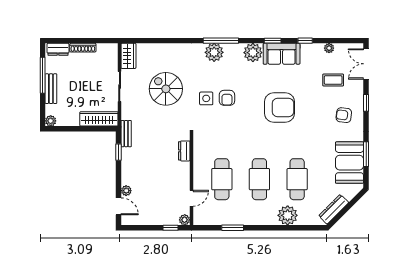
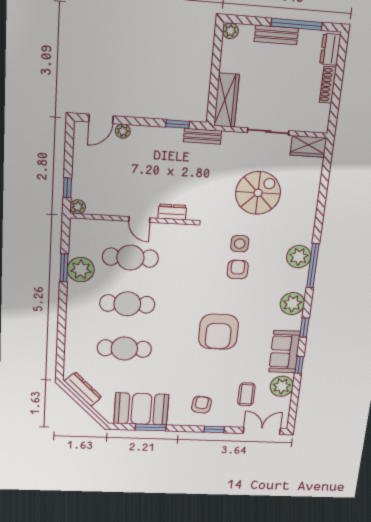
plant: (329, 48) -> (282, 386), width x1.88, depth x1.88
sofa: (282, 54) -> (284, 352), moved
armchair: (227, 98) -> (238, 269), turned 90
door: (192, 198) -> (139, 219), moved
plant: (288, 215) -> (81, 270), moved

